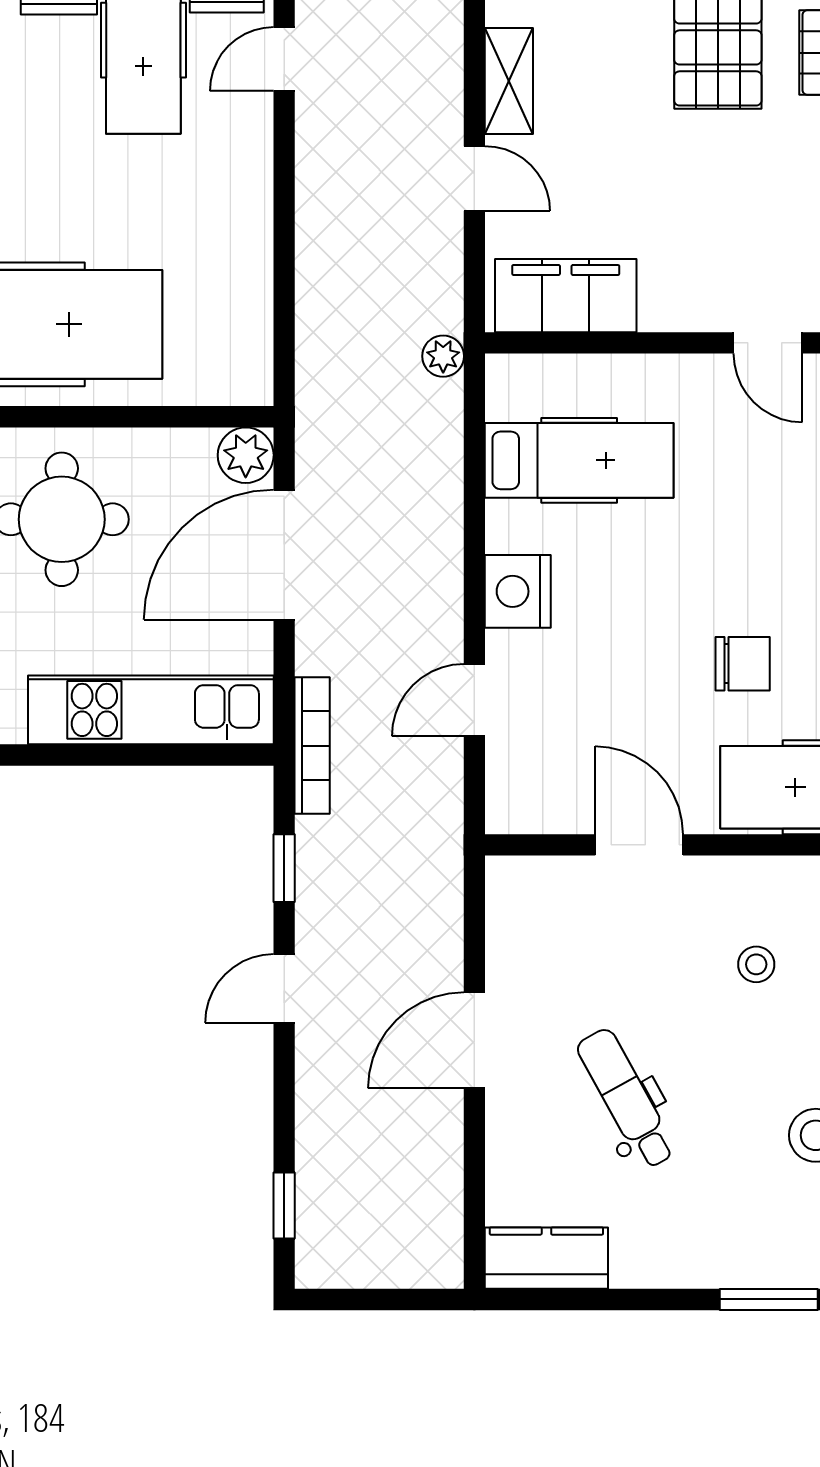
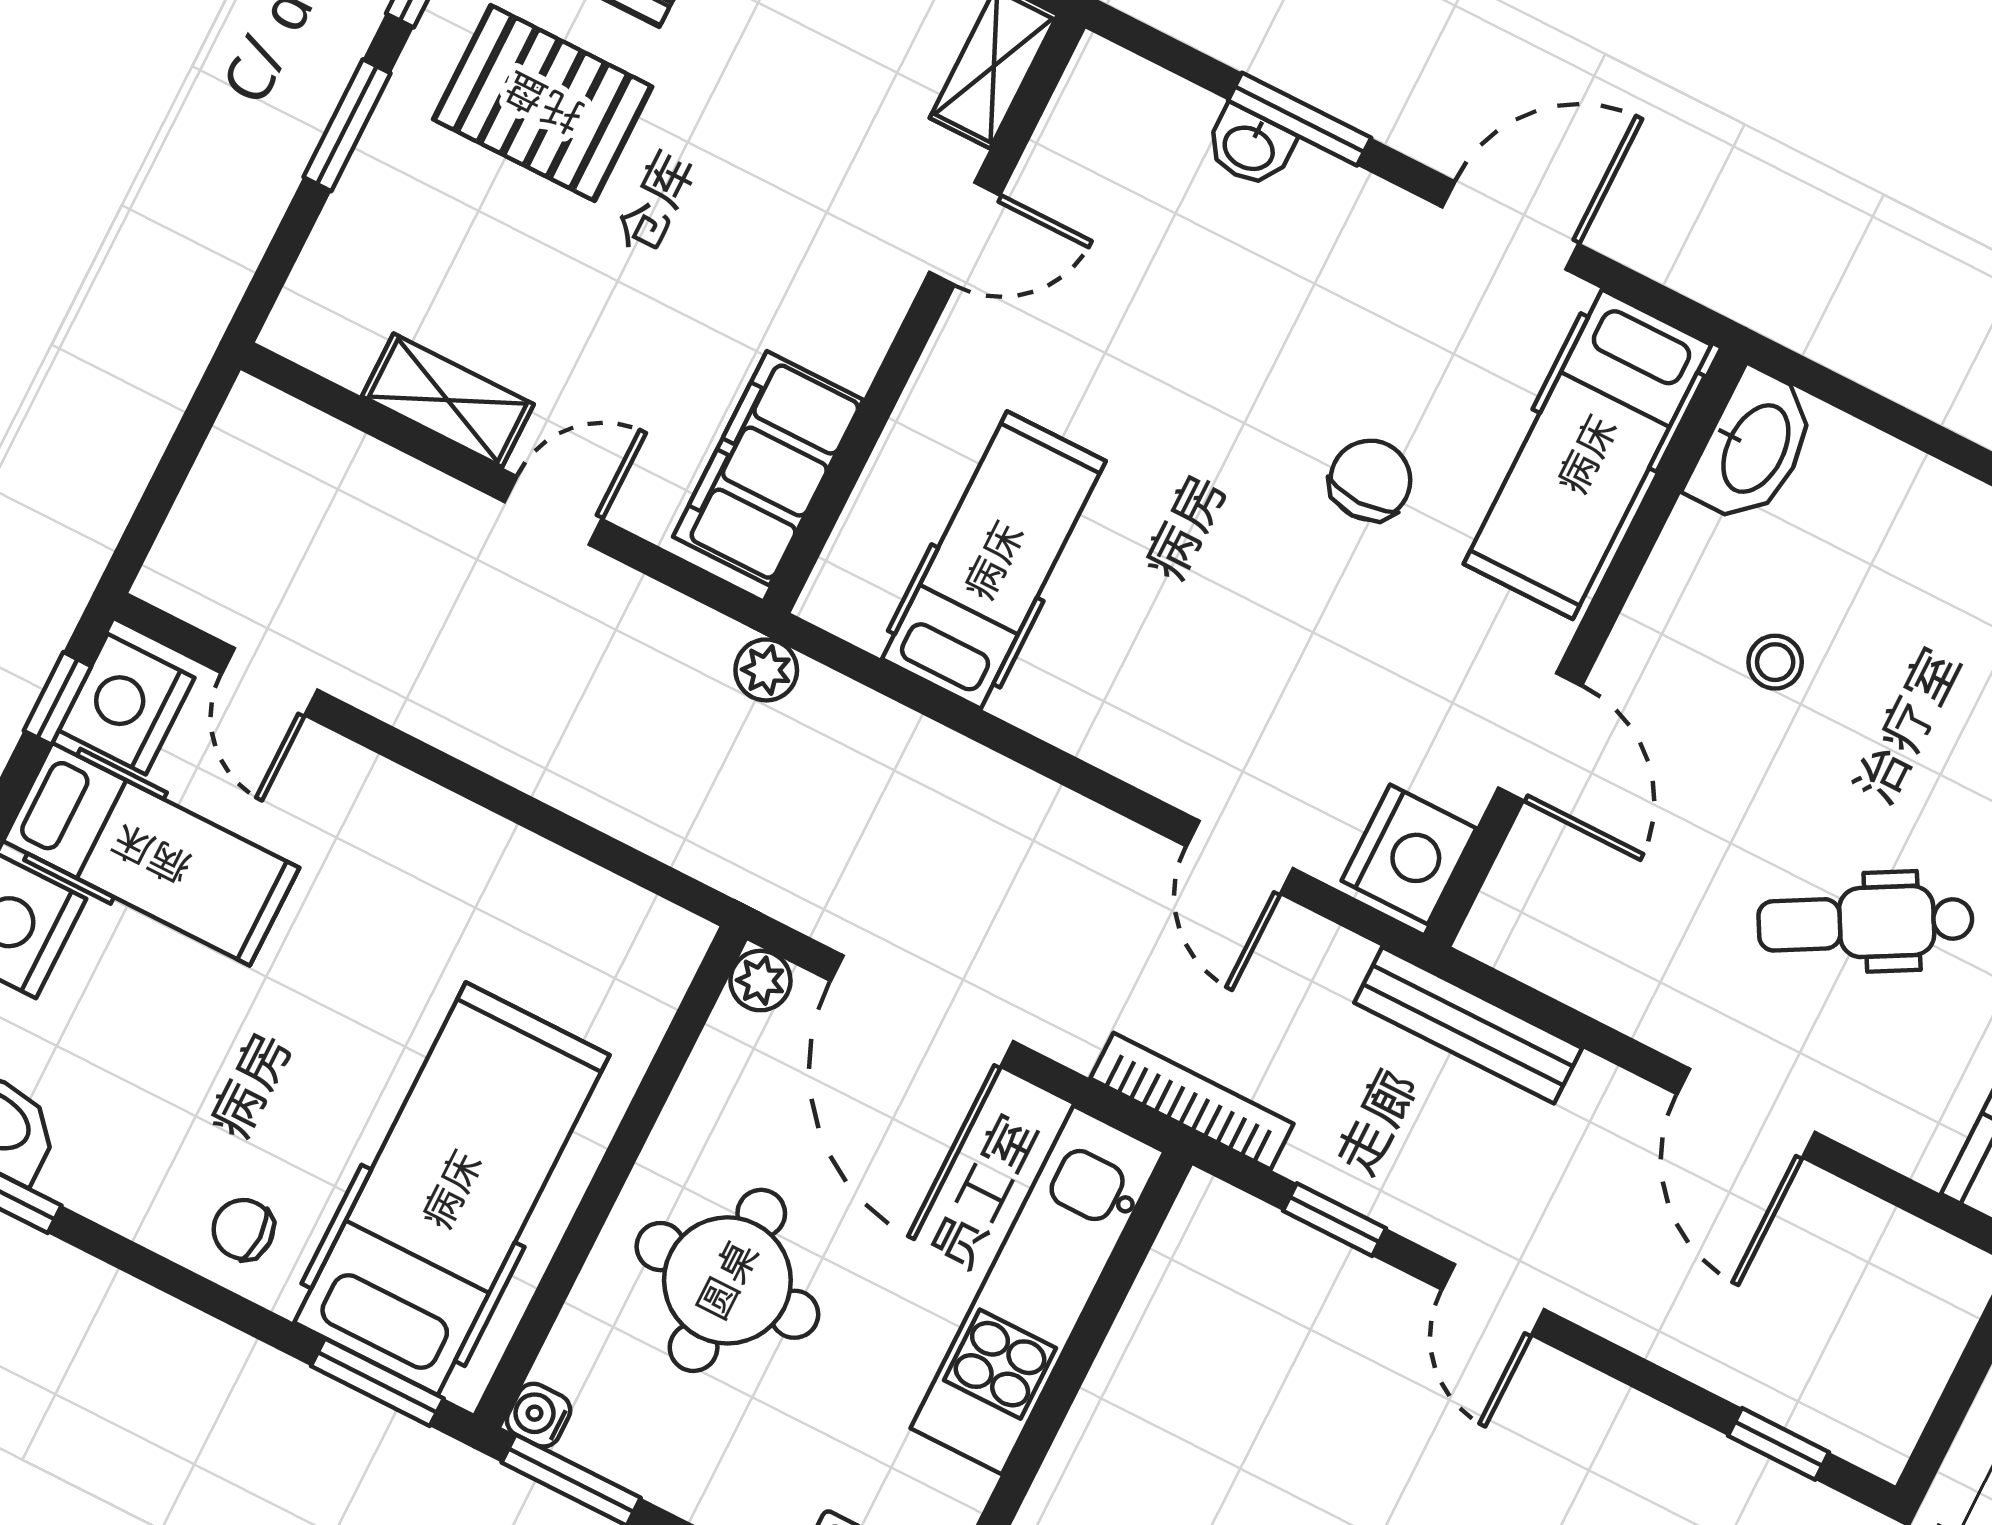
plant: (246, 455) -> (760, 981), width x0.73, depth x0.73
nightstand: (518, 591) -> (1409, 854), moved, turned -90
door: (639, 845) -> (1540, 737), swing flipped
bench: (443, 890) -> (1468, 1025), added
door: (474, 1040) -> (1746, 1113), moved

